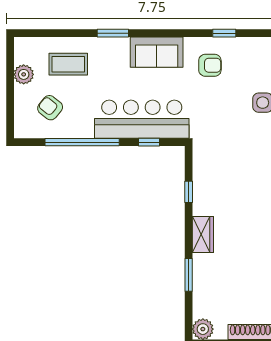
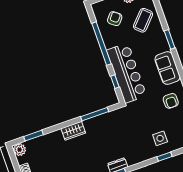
coffee table: (68, 64) -> (143, 20), turned 43
window: (189, 192) -> (95, 114), width x2.17
window: (189, 275) -> (34, 136), moved

